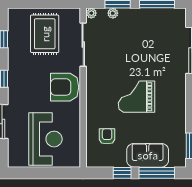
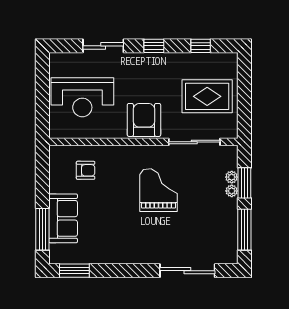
plant: (91, 13) -> (232, 191), moved
grand piano: (136, 97) -> (159, 190), moved
window: (122, 173) -> (42, 188), removed

